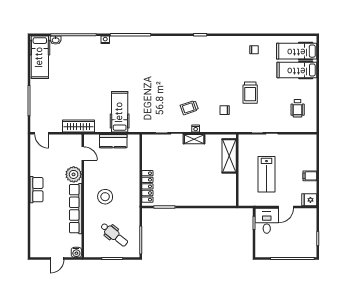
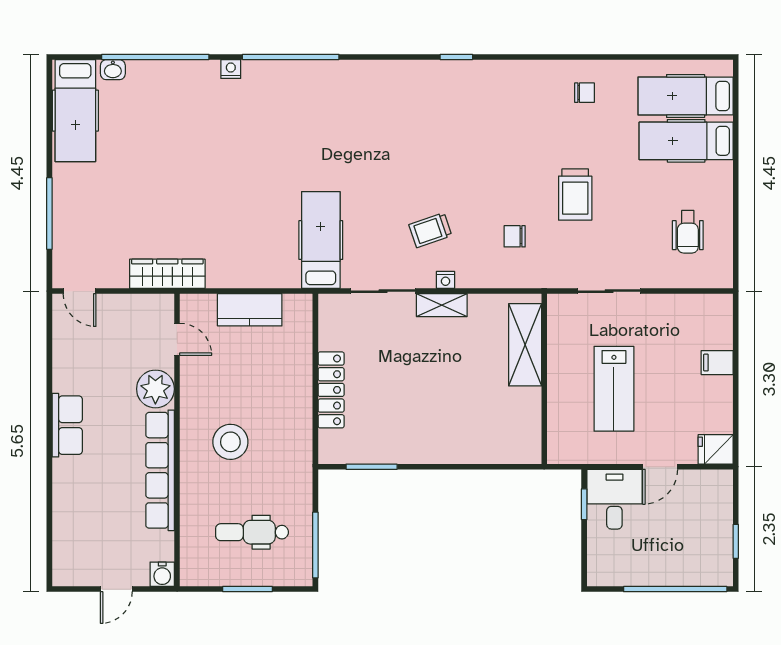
hospital bed: (120, 112) -> (321, 240), moved
filing cabinet: (310, 176) -> (717, 363), moved
locker: (147, 186) -> (331, 390), moved
dental chair: (114, 235) -> (252, 532), turned 141

